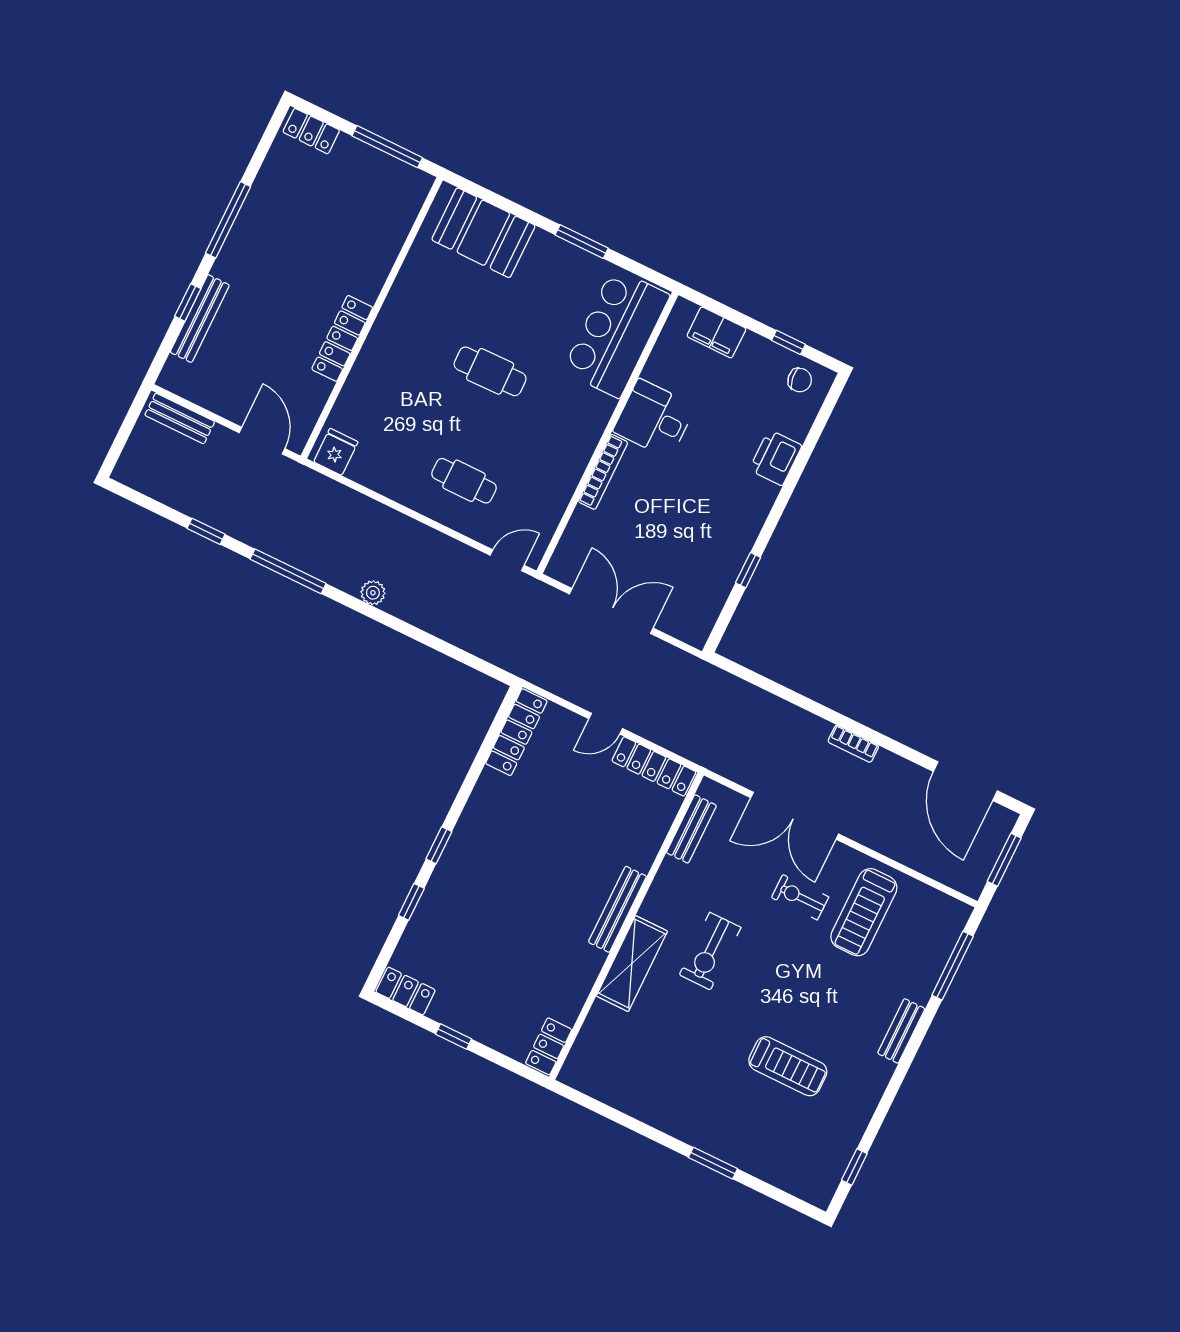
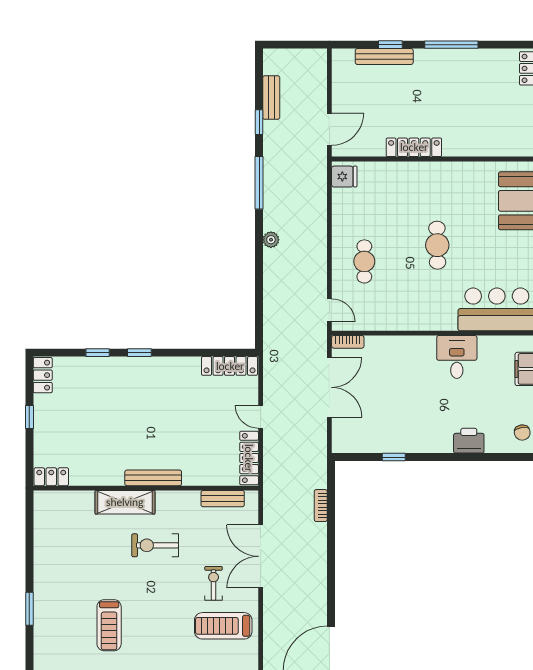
bench: (180, 418) -> (271, 97), moved
bookcase: (603, 472) -> (348, 342), moved, width x0.64
bookcase: (853, 744) -> (321, 506), moved

